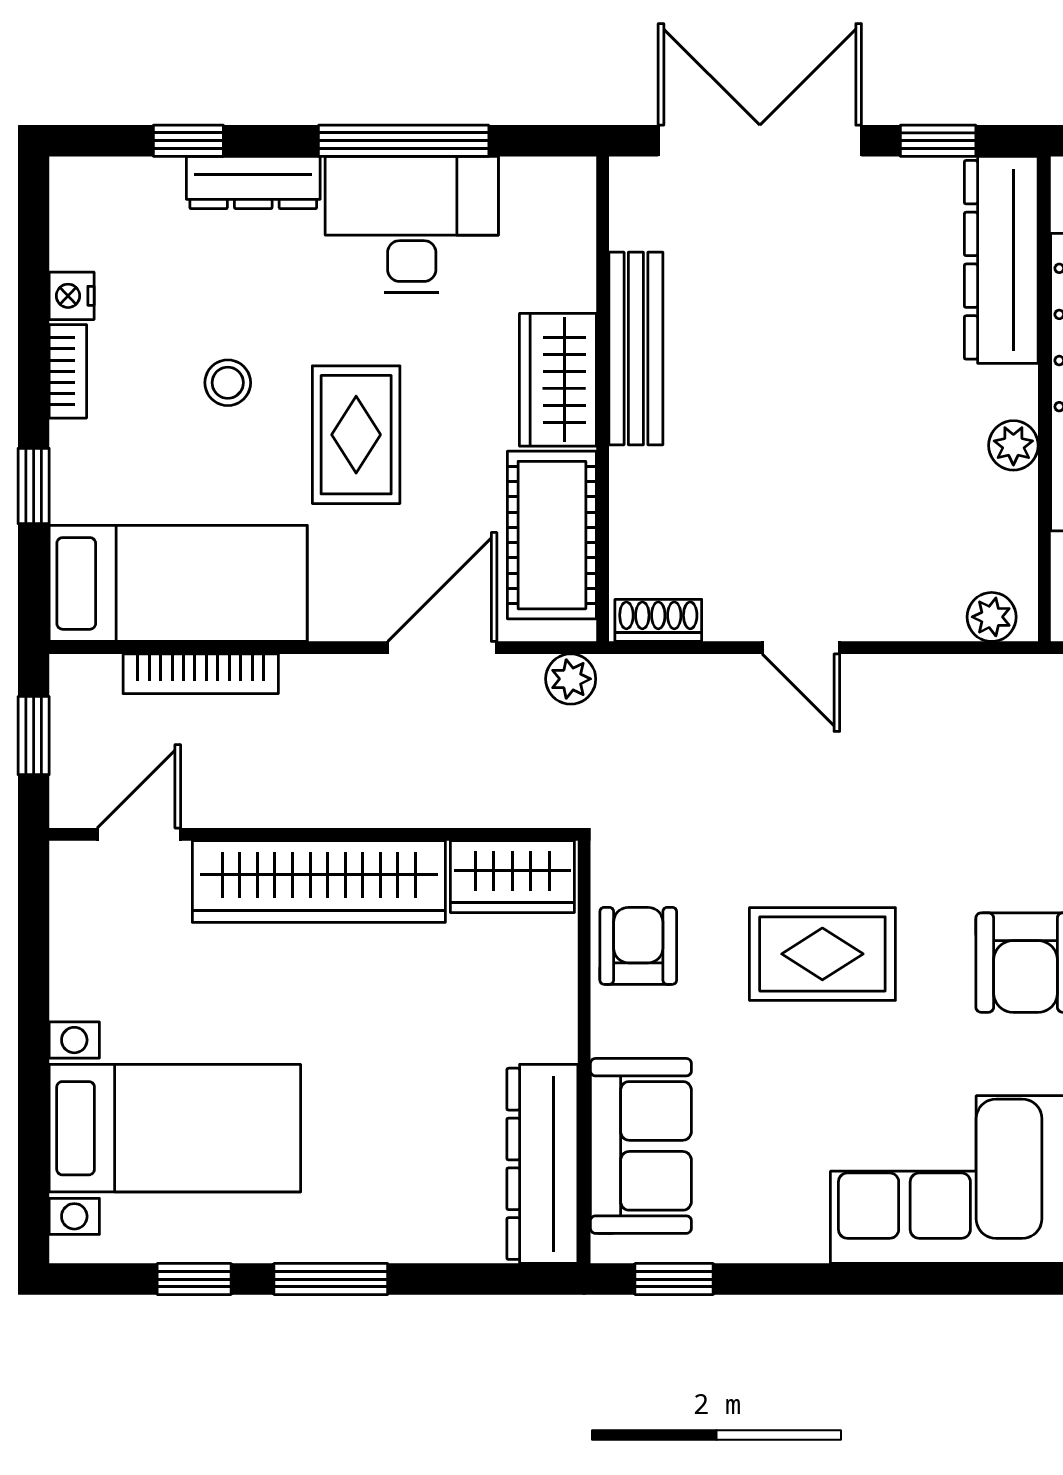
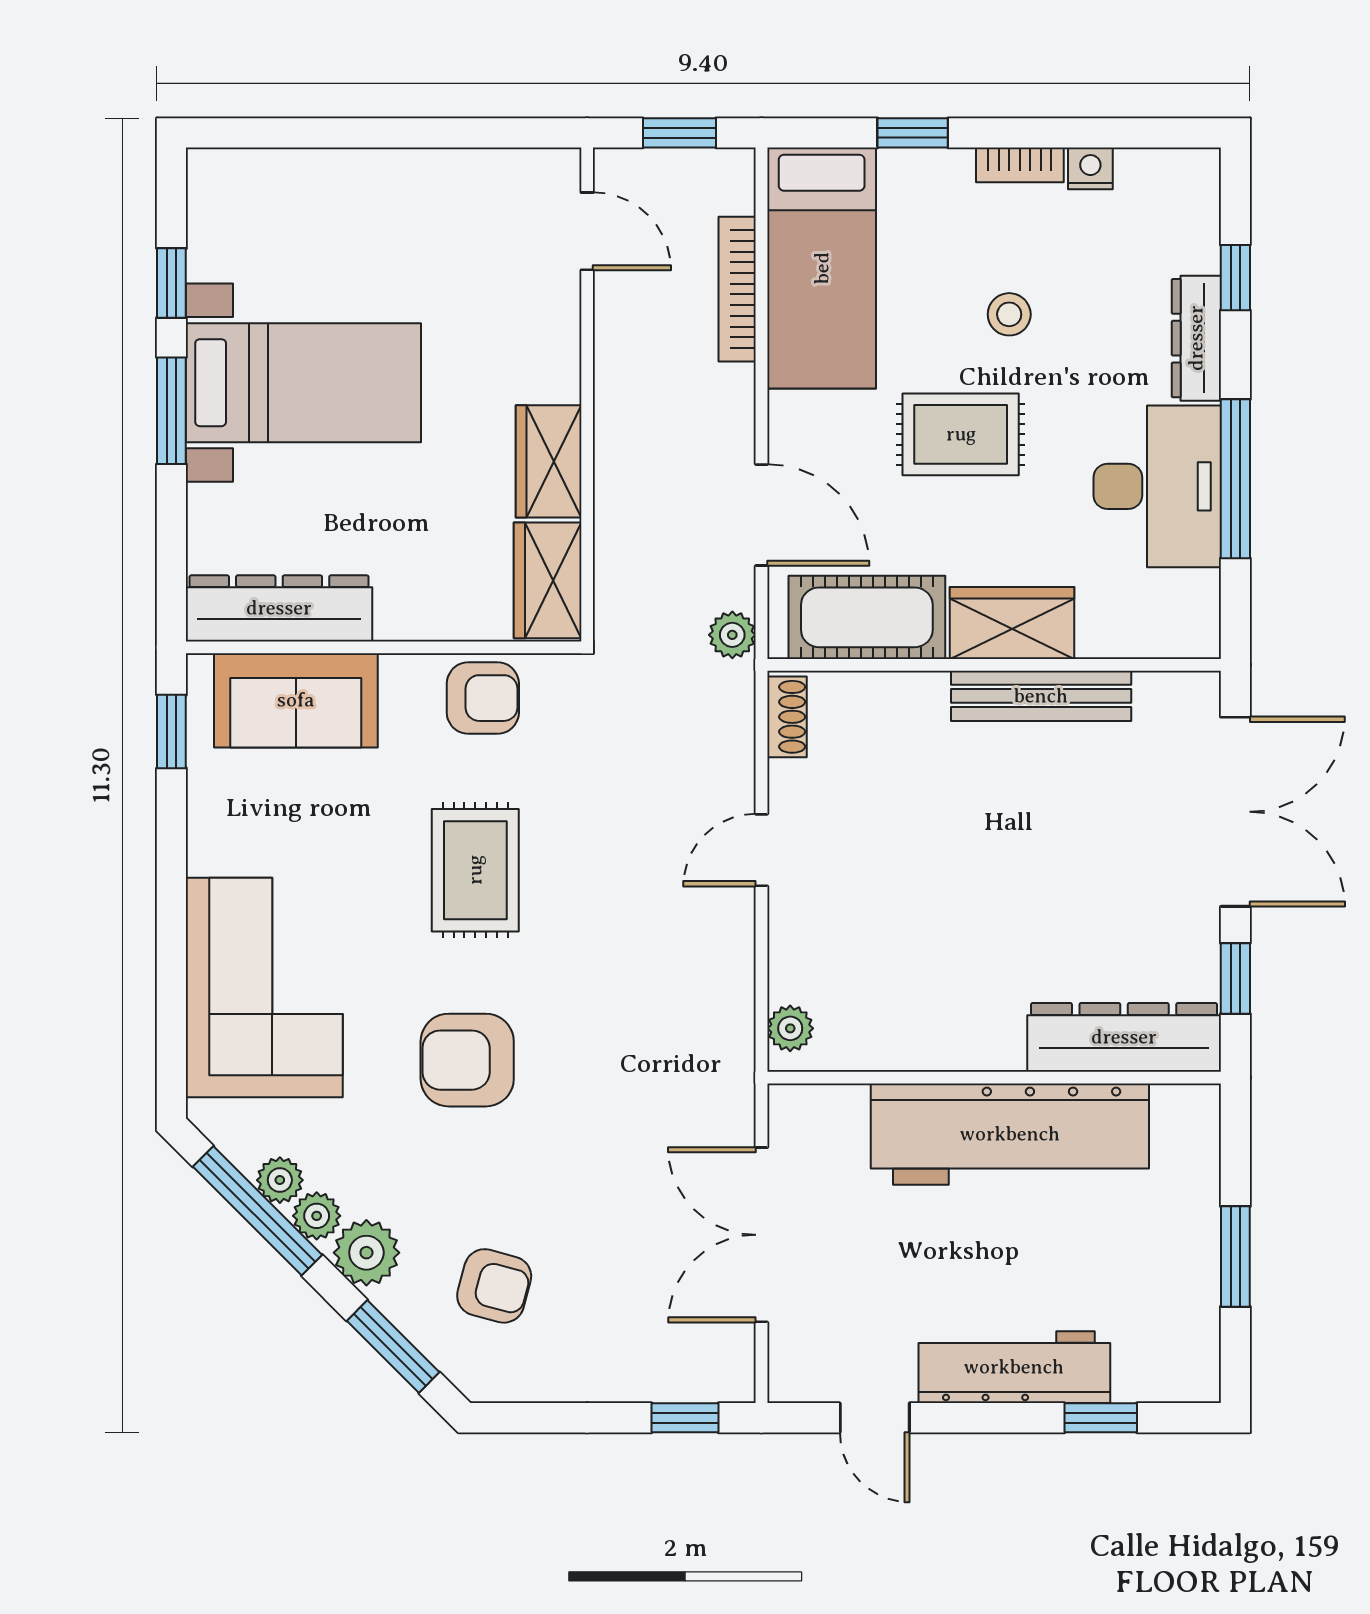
plant: (1013, 445) -> (951, 1049), removed
wardrobe: (319, 881) -> (549, 461), width x0.48, depth x0.85
bed with nightstands: (175, 1128) -> (303, 383), moved, turned -90

